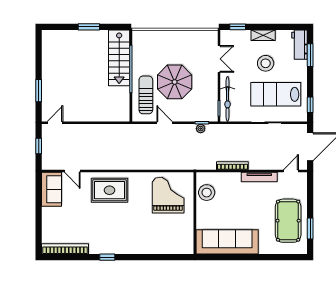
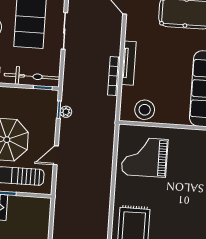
tv unit: (259, 177) -> (129, 63), moved

